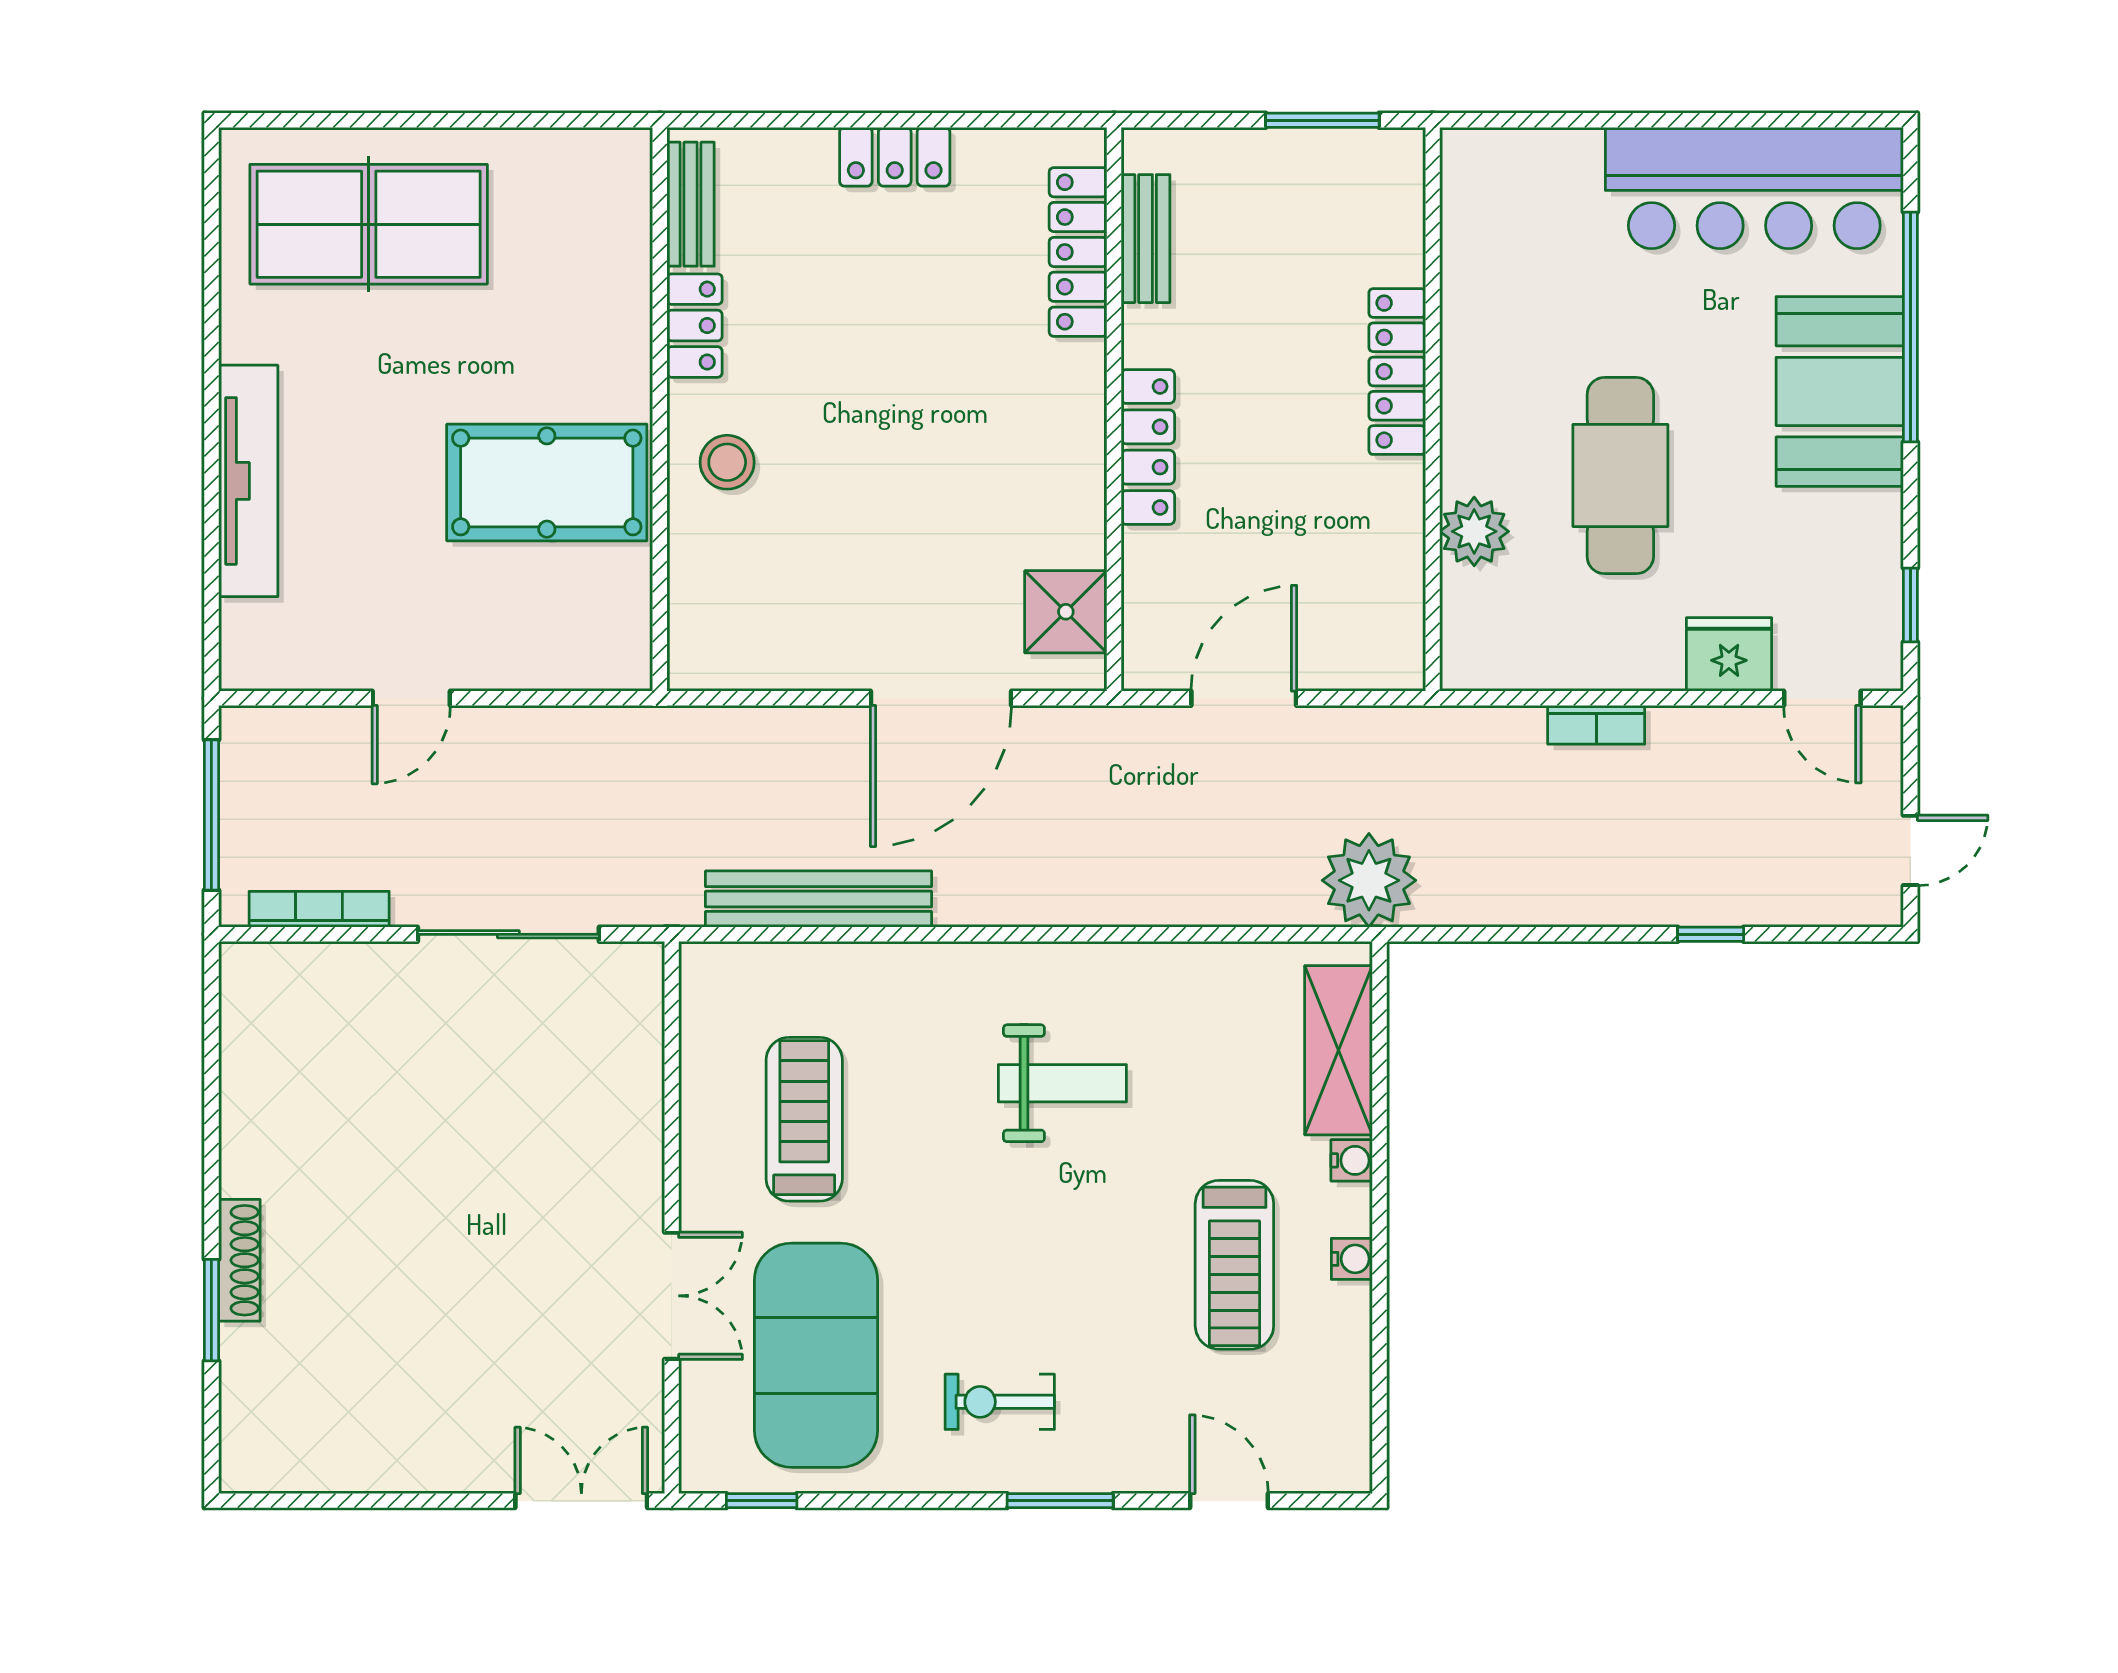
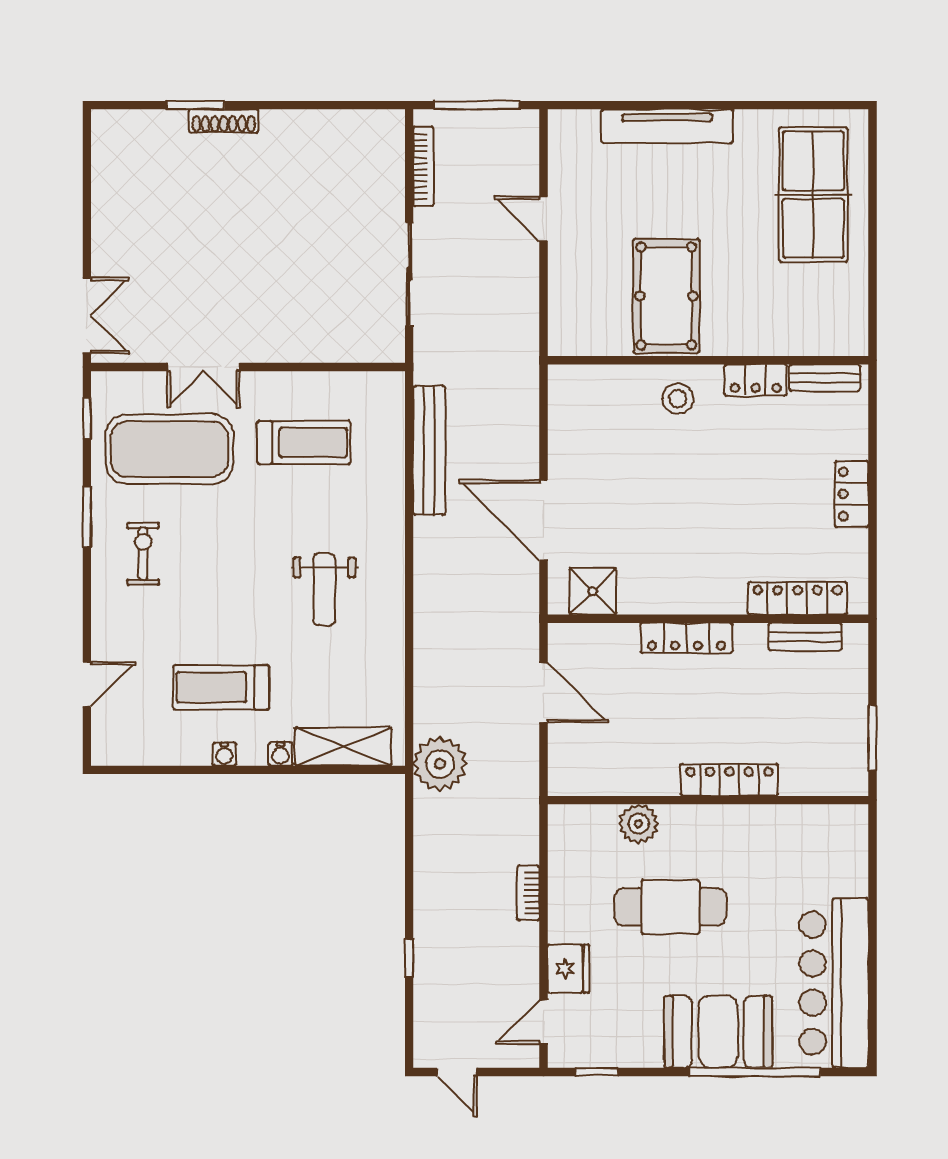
window: (1060, 1501) -> (87, 517), moved

